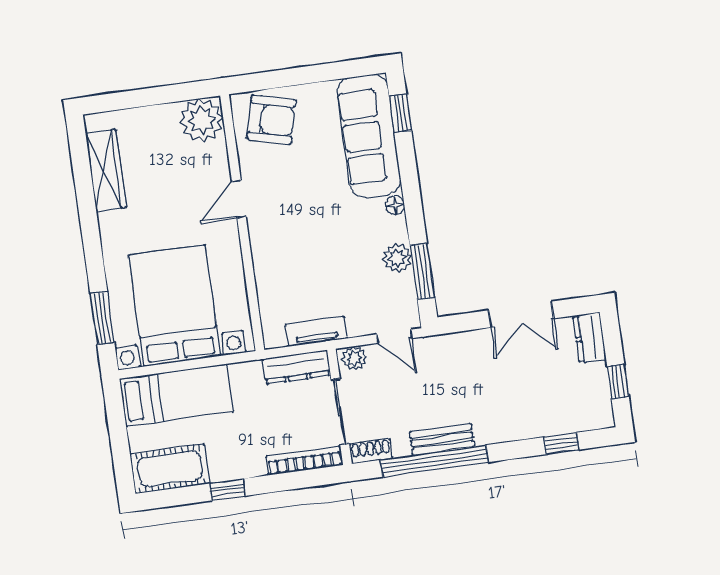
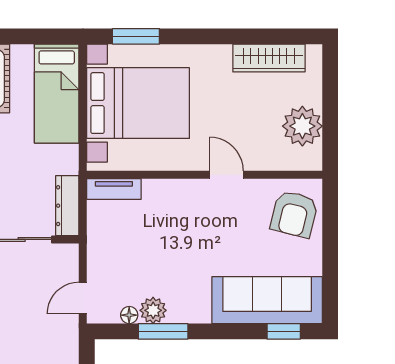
plant: (202, 120) -> (302, 126), moved
floor lamp: (395, 205) -> (129, 315), moved
window: (422, 271) -> (163, 331), moved
tv unit: (316, 331) -> (114, 189), moved, turned 90
plant: (354, 358) -> (68, 259), removed

